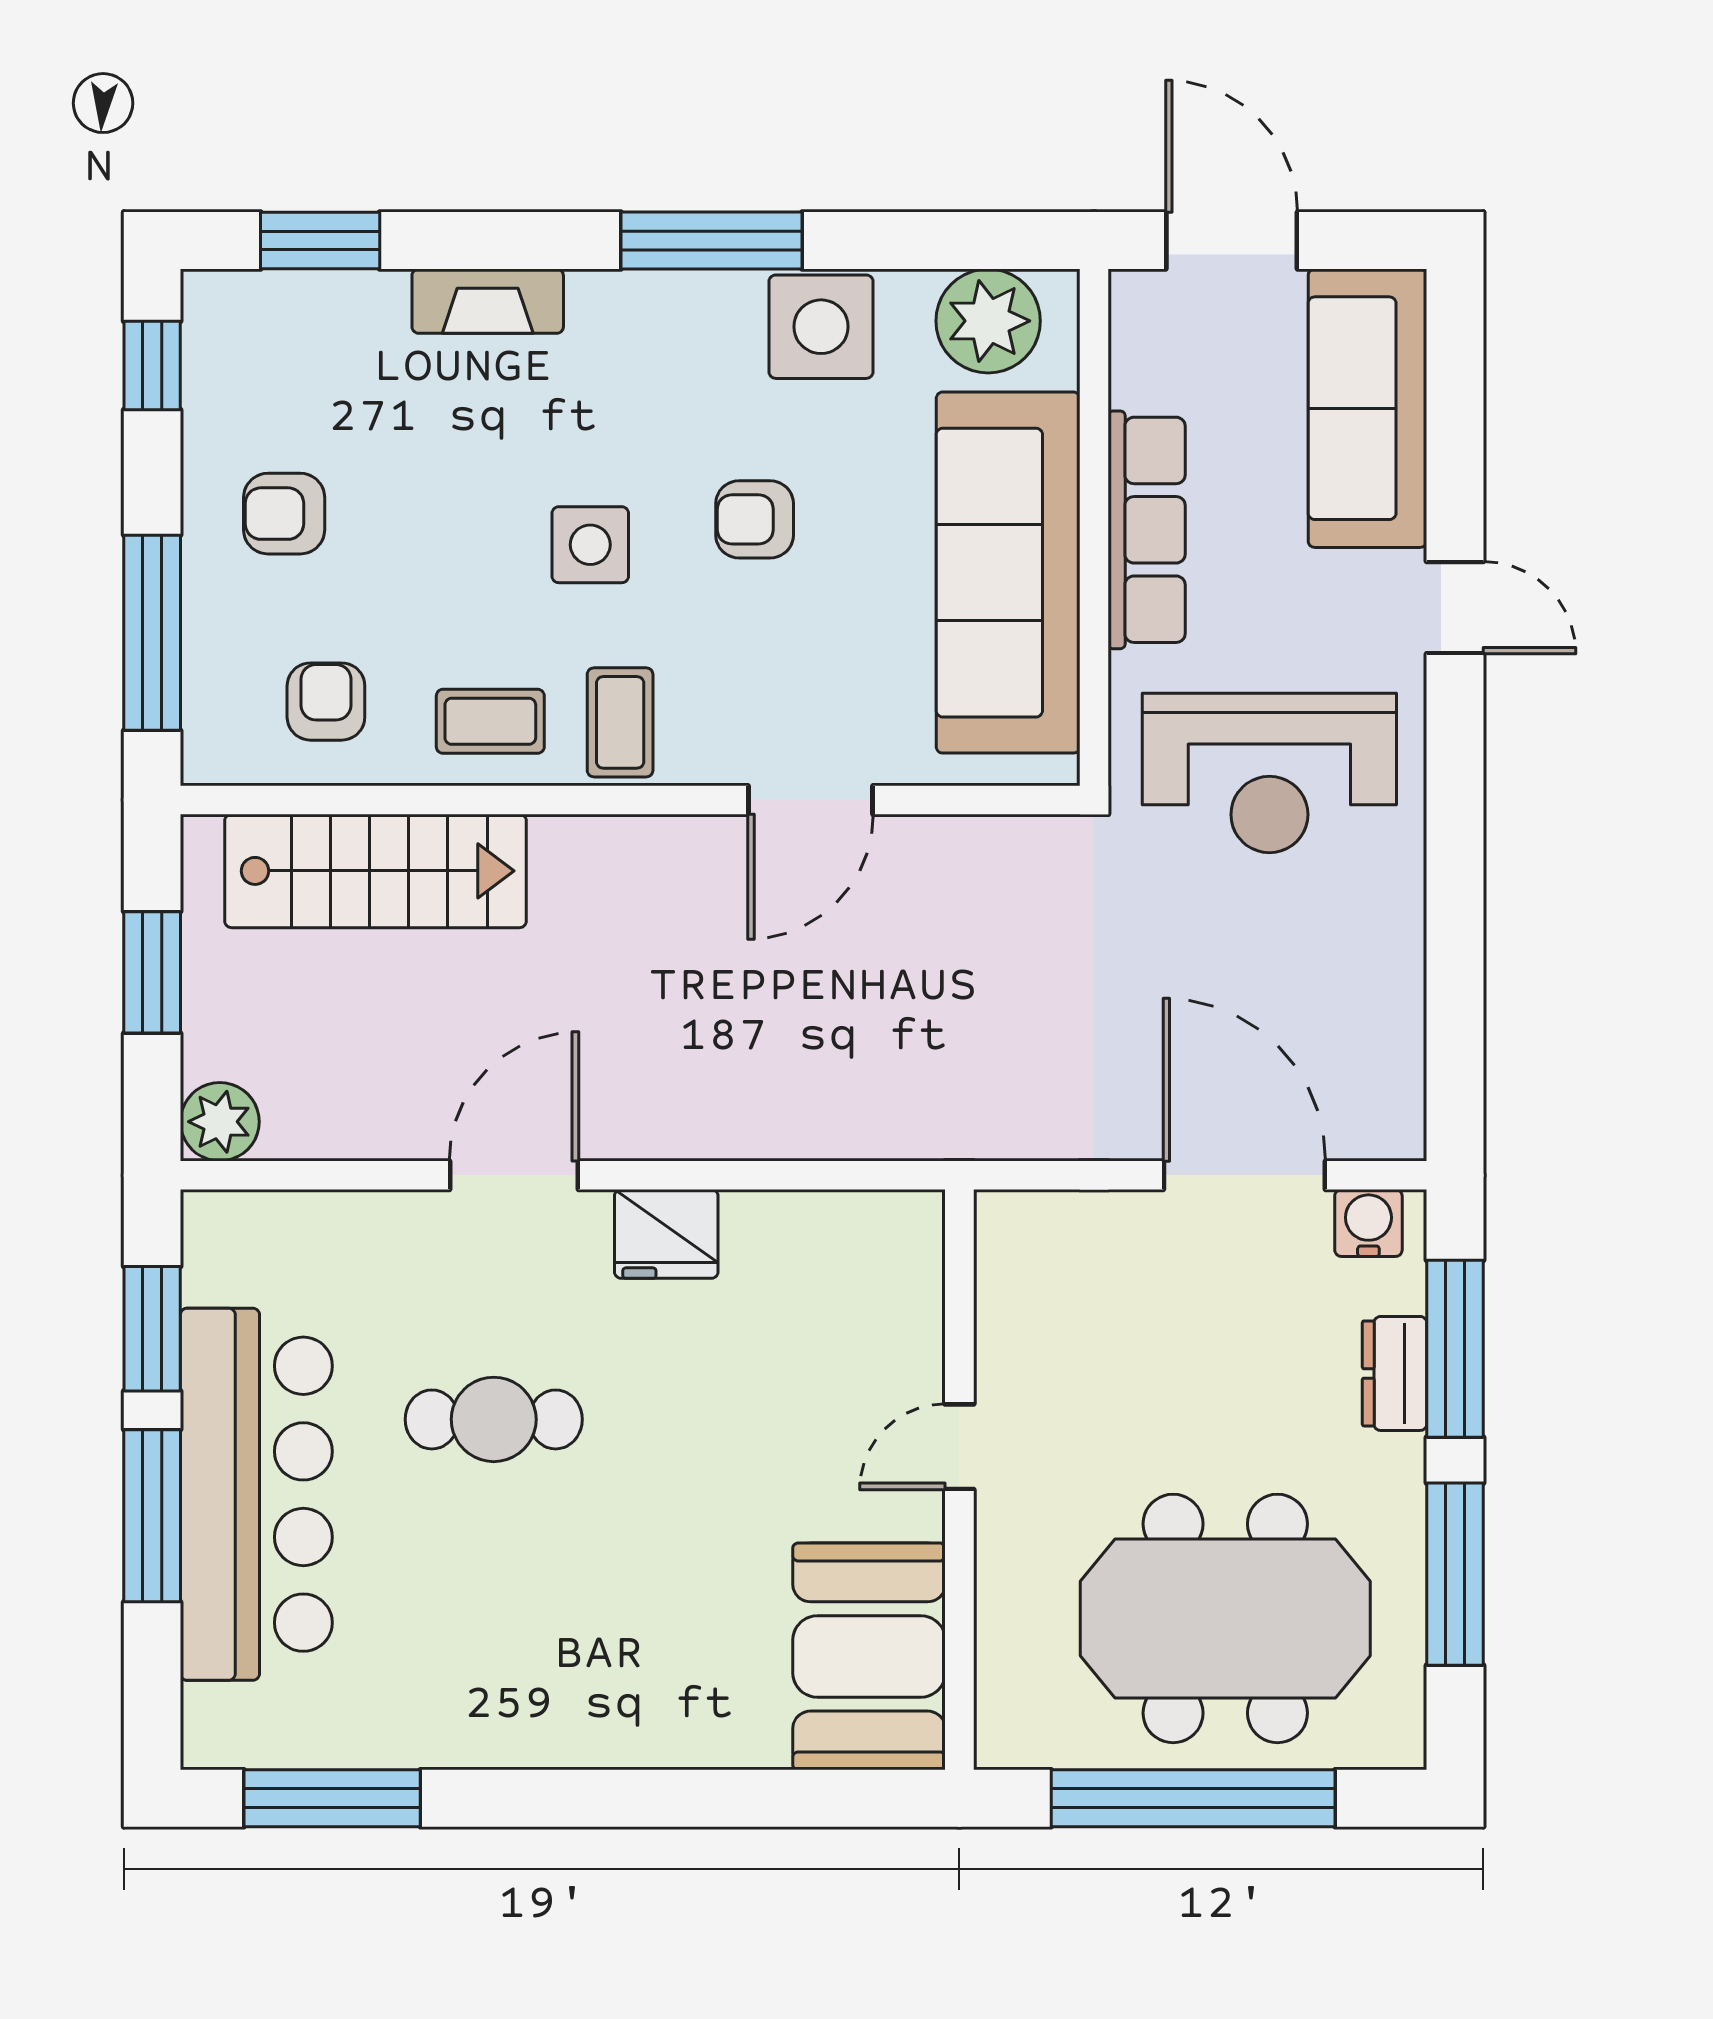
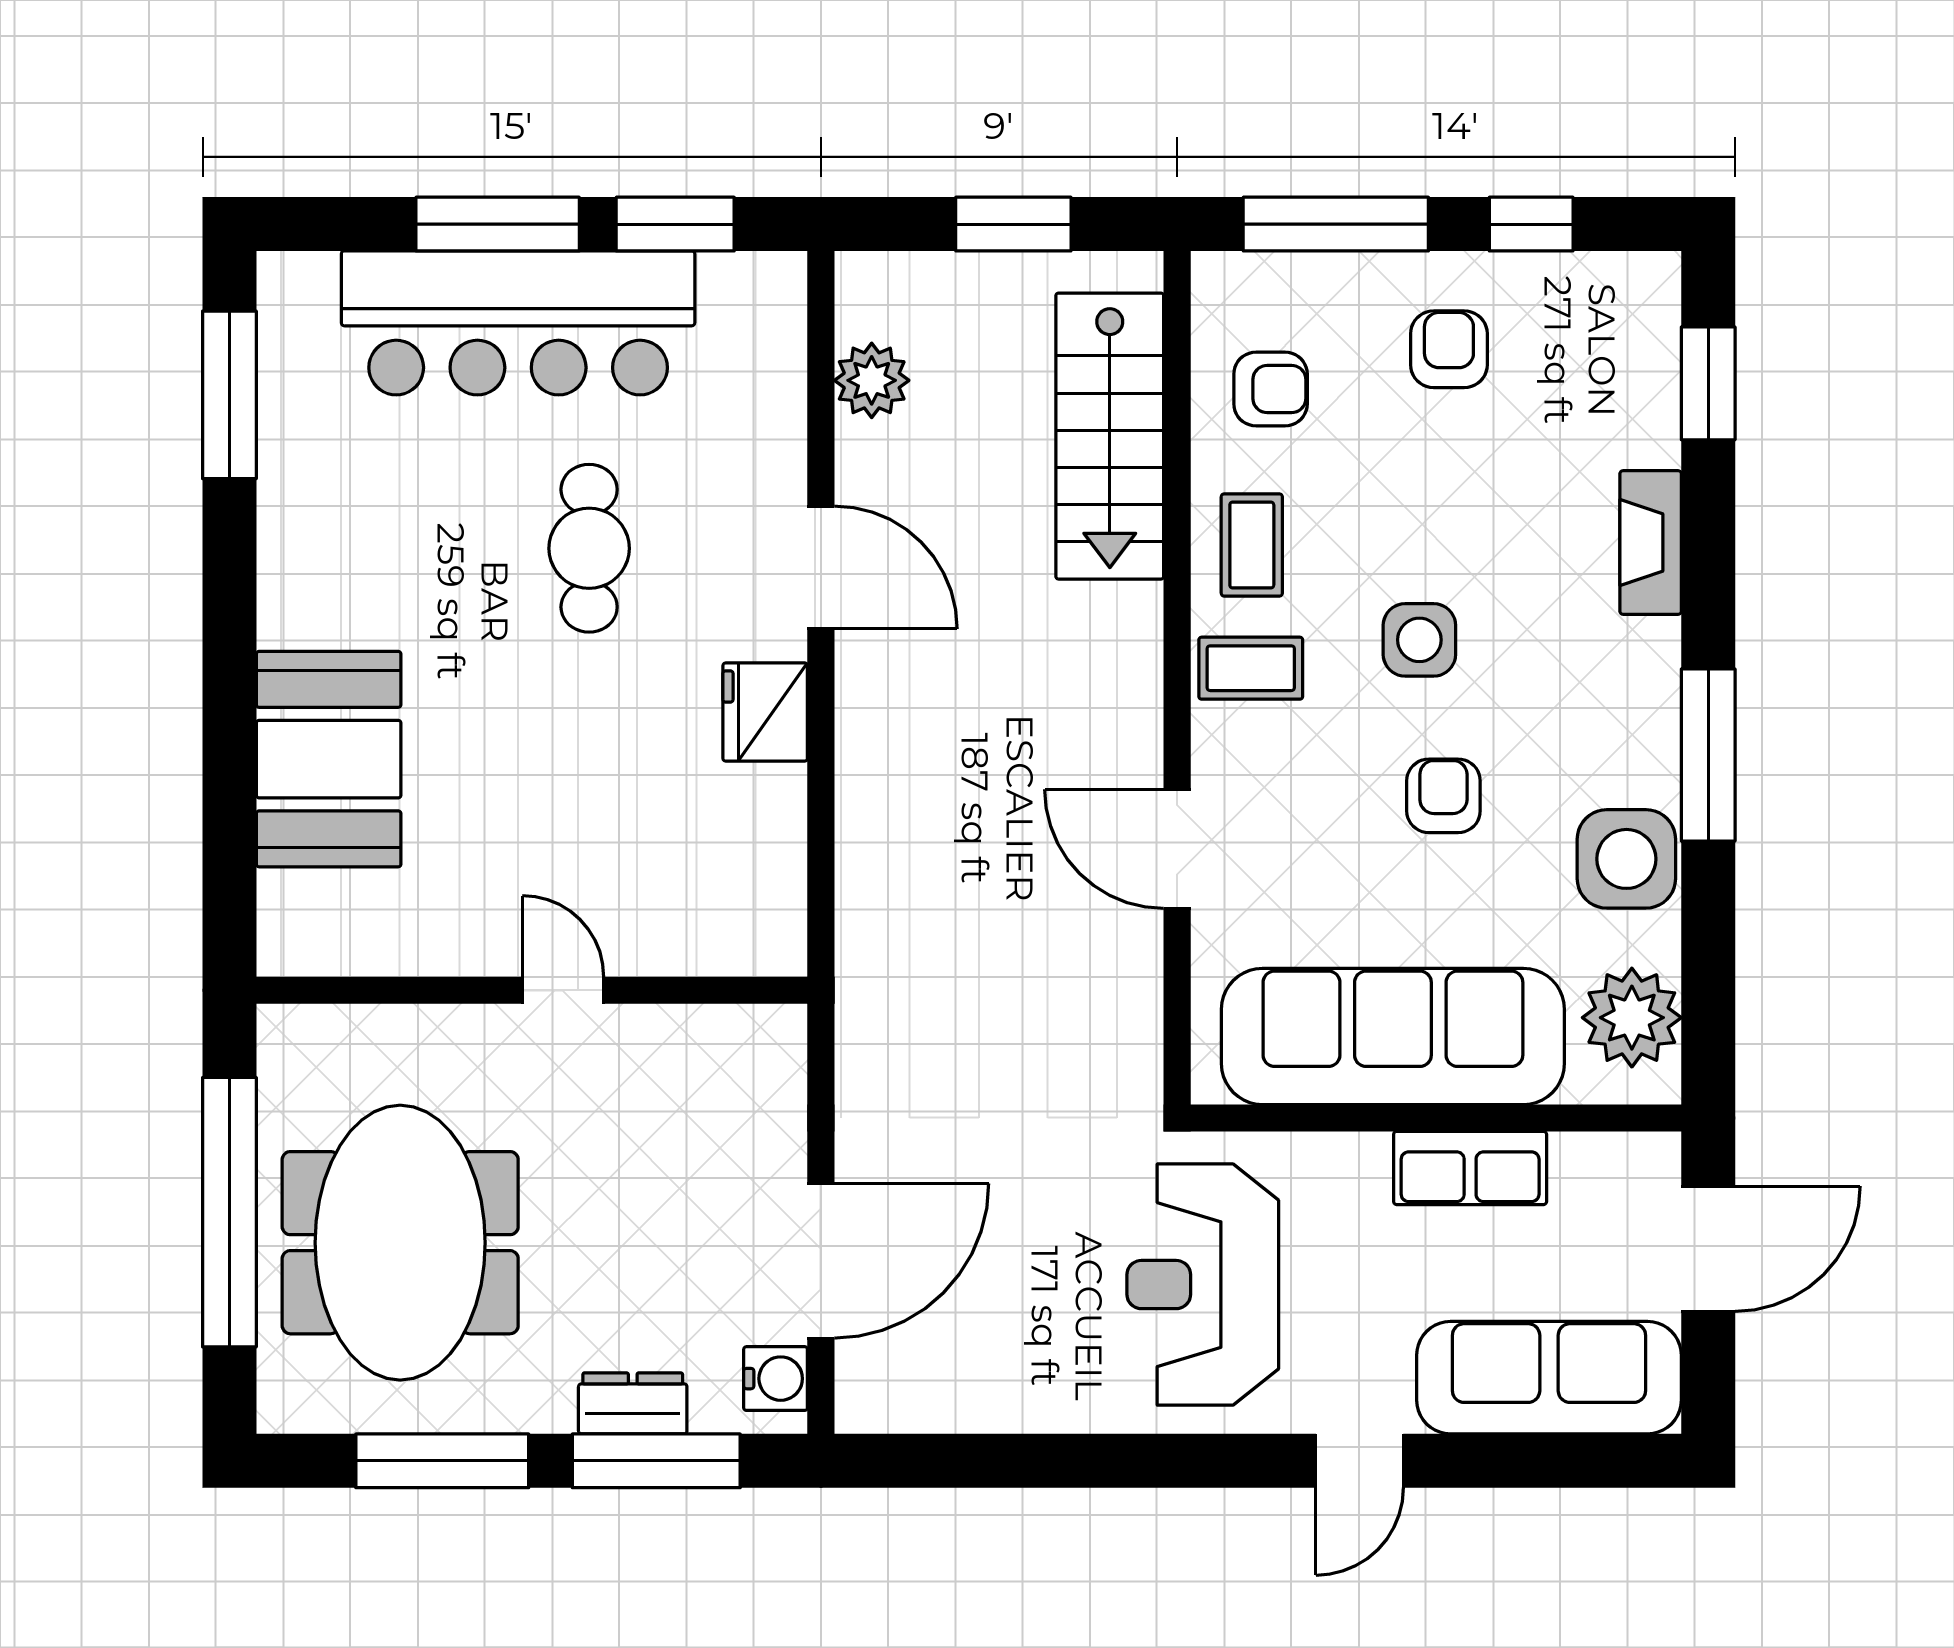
window: (152, 365) -> (1531, 224), moved
row of seats: (1147, 530) -> (1470, 1168), width x0.68
plant: (220, 1122) -> (872, 380), moved
booth: (869, 1656) -> (329, 759), moved, turned 90

